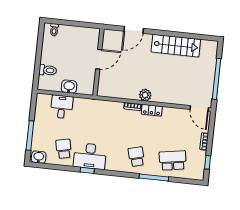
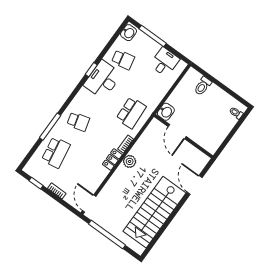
stairs: (176, 46) -> (155, 212), width x1.36, depth x1.51
door: (99, 59) -> (177, 132), moved
washbasin: (69, 87) -> (166, 112), moved
desk: (62, 107) -> (165, 62), moved, turned -90
door: (199, 109) -> (89, 204), hinge flipped
school desk: (104, 117) -> (131, 113), added

